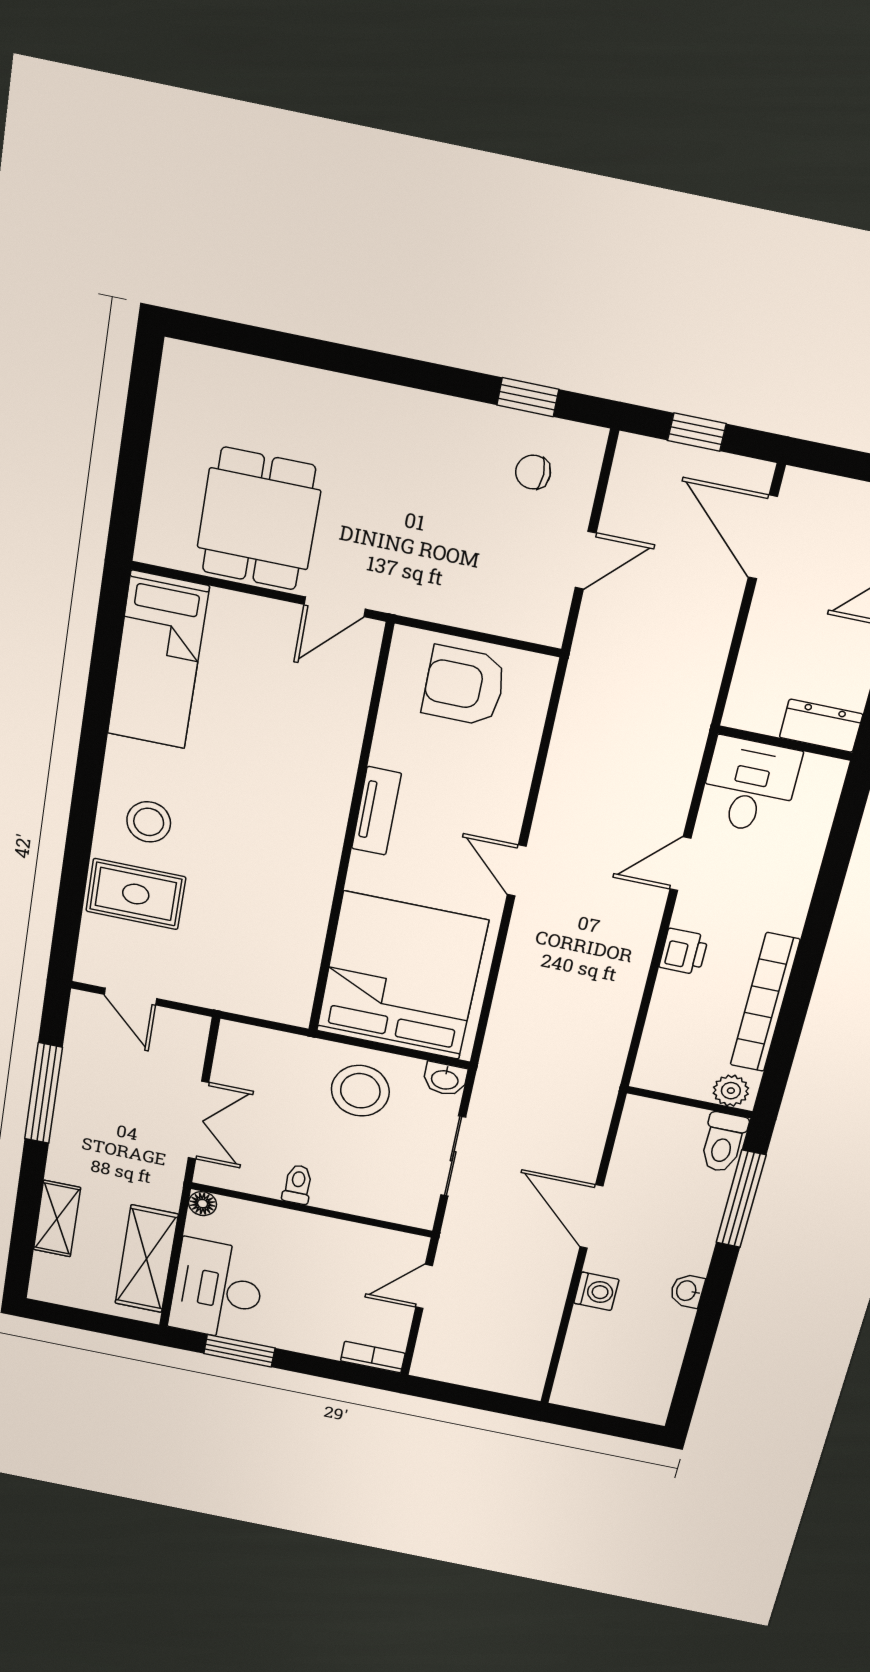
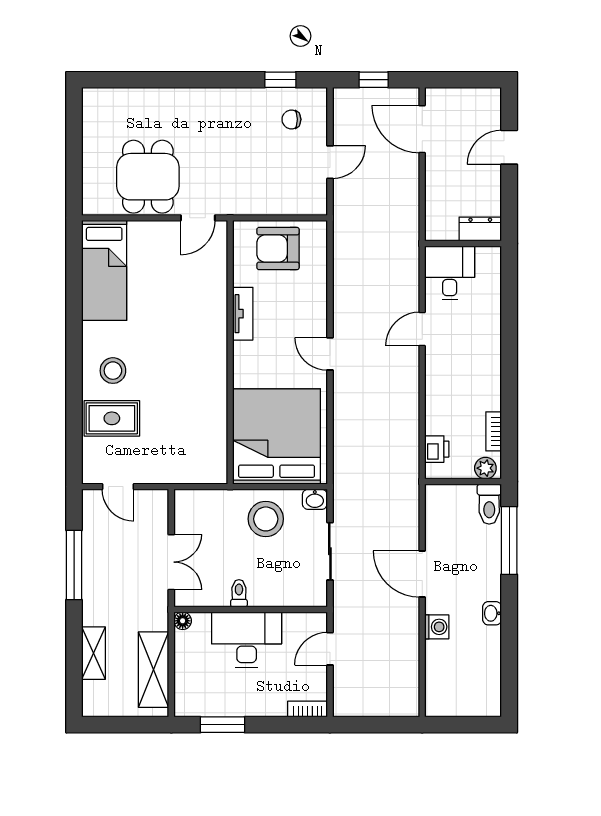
tv unit: (376, 811) -> (243, 314), moved
printer: (684, 952) -> (437, 449), moved
bookcase: (765, 1002) -> (494, 431), width x0.43, depth x0.76
desk: (217, 1290) -> (247, 640), moved, turned 90

